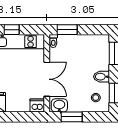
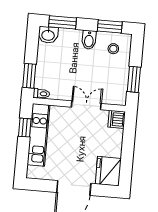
window: (12, 30) -> (25, 128), moved
double door: (47, 79) -> (86, 105), width x0.73
washbasin: (59, 105) -> (48, 35), moved, turned -90

